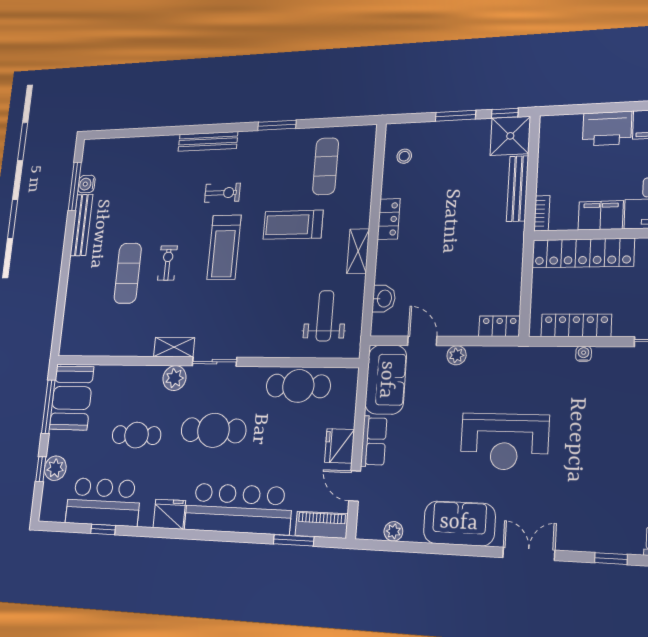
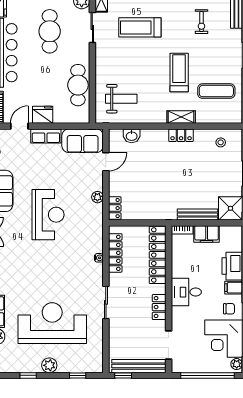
filing cabinet: (601, 215) -> (207, 234), moved, turned 90
treadmill: (224, 247) -> (140, 27), moved
shelving: (358, 251) -> (181, 117), moved
plant: (457, 355) -> (97, 197), moved
reception desk: (504, 442) -> (48, 215), turned 180

